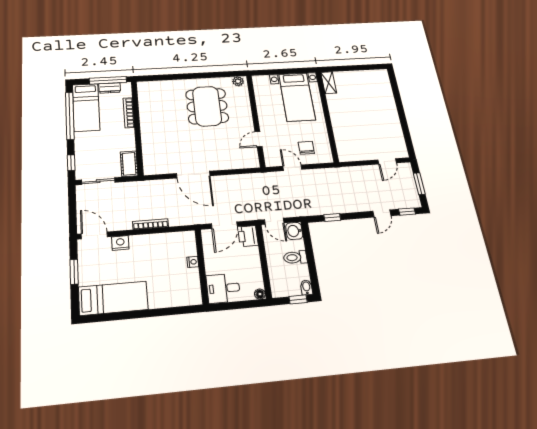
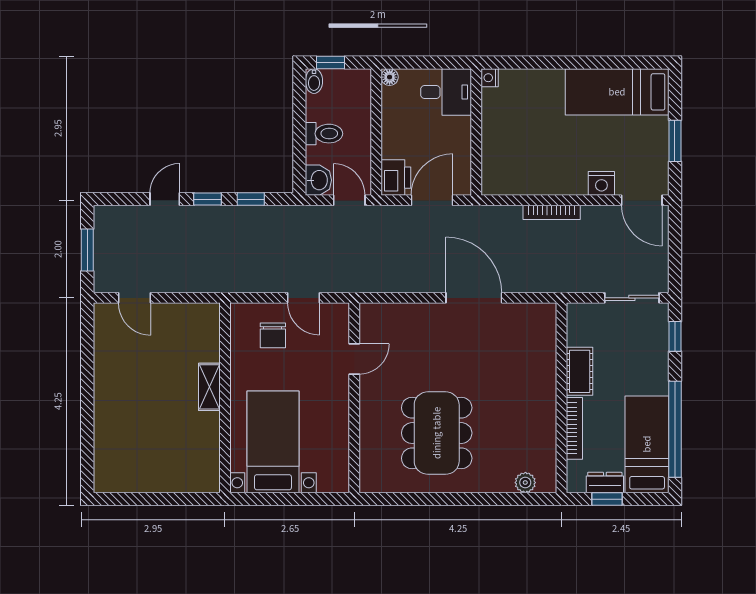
window: (108, 80) -> (607, 499), width x0.46
plant: (238, 81) -> (525, 483), moved
shelving: (329, 83) -> (209, 387), moved
door: (387, 161) -> (135, 298), swing flipped
cot: (129, 164) -> (580, 371), moved
window: (407, 212) -> (208, 199), moved
nightstand: (193, 262) -> (490, 78), moved

